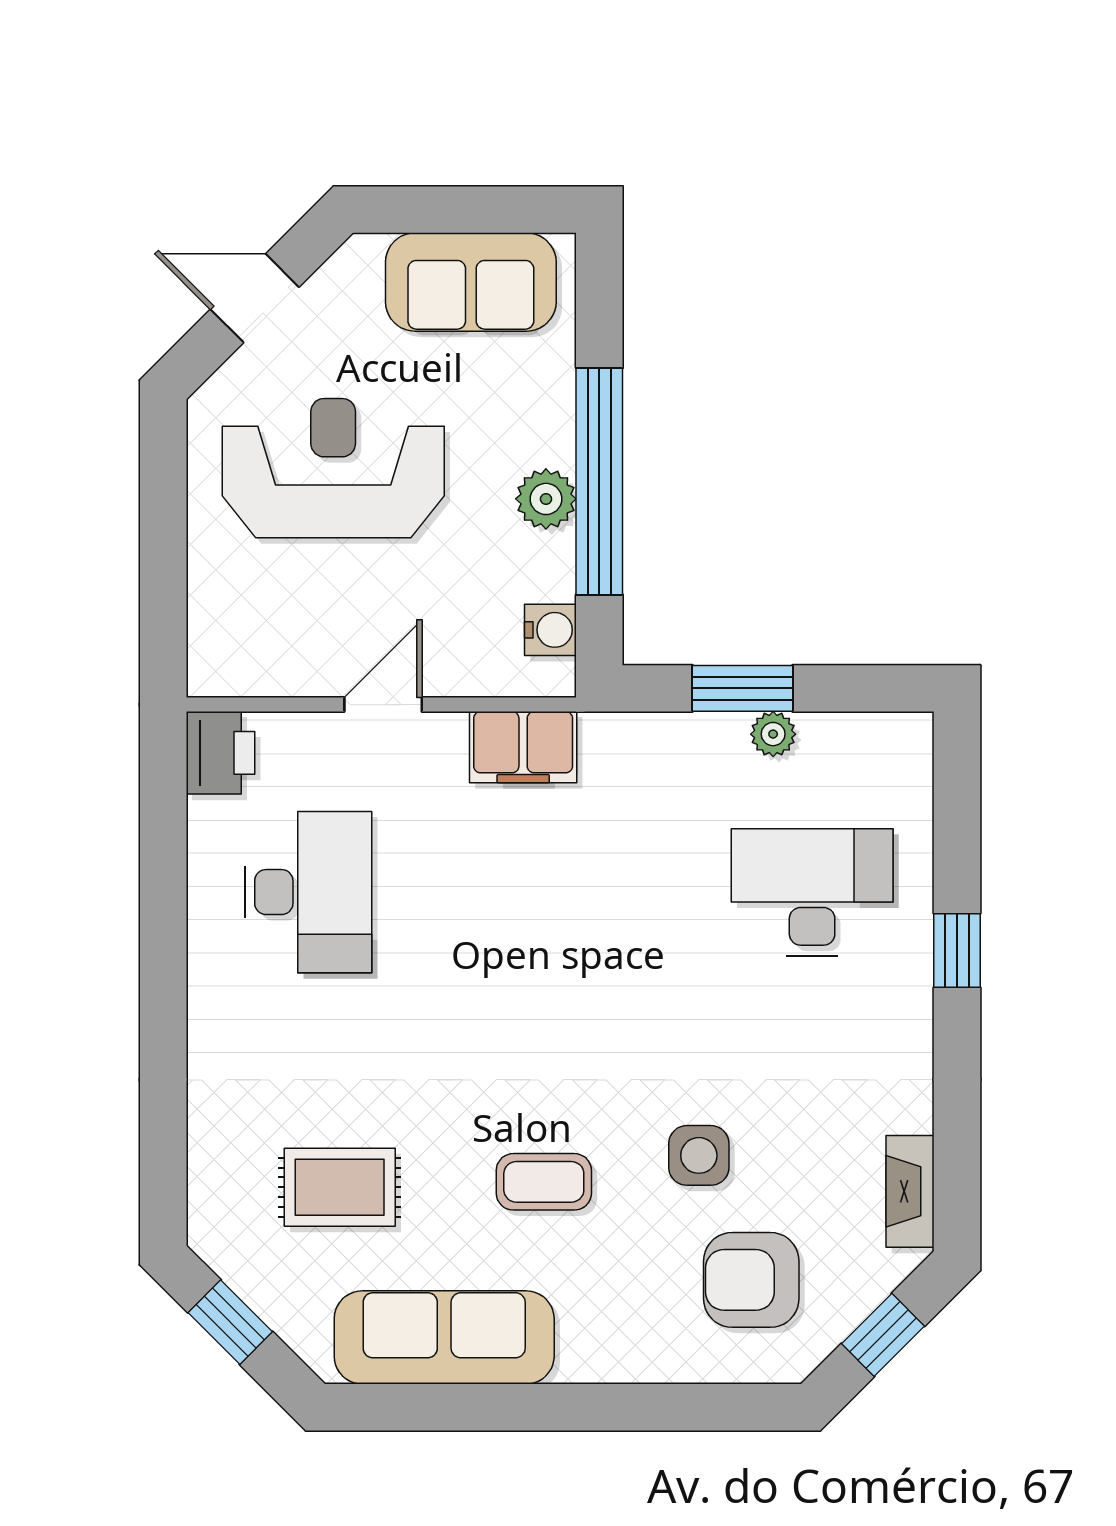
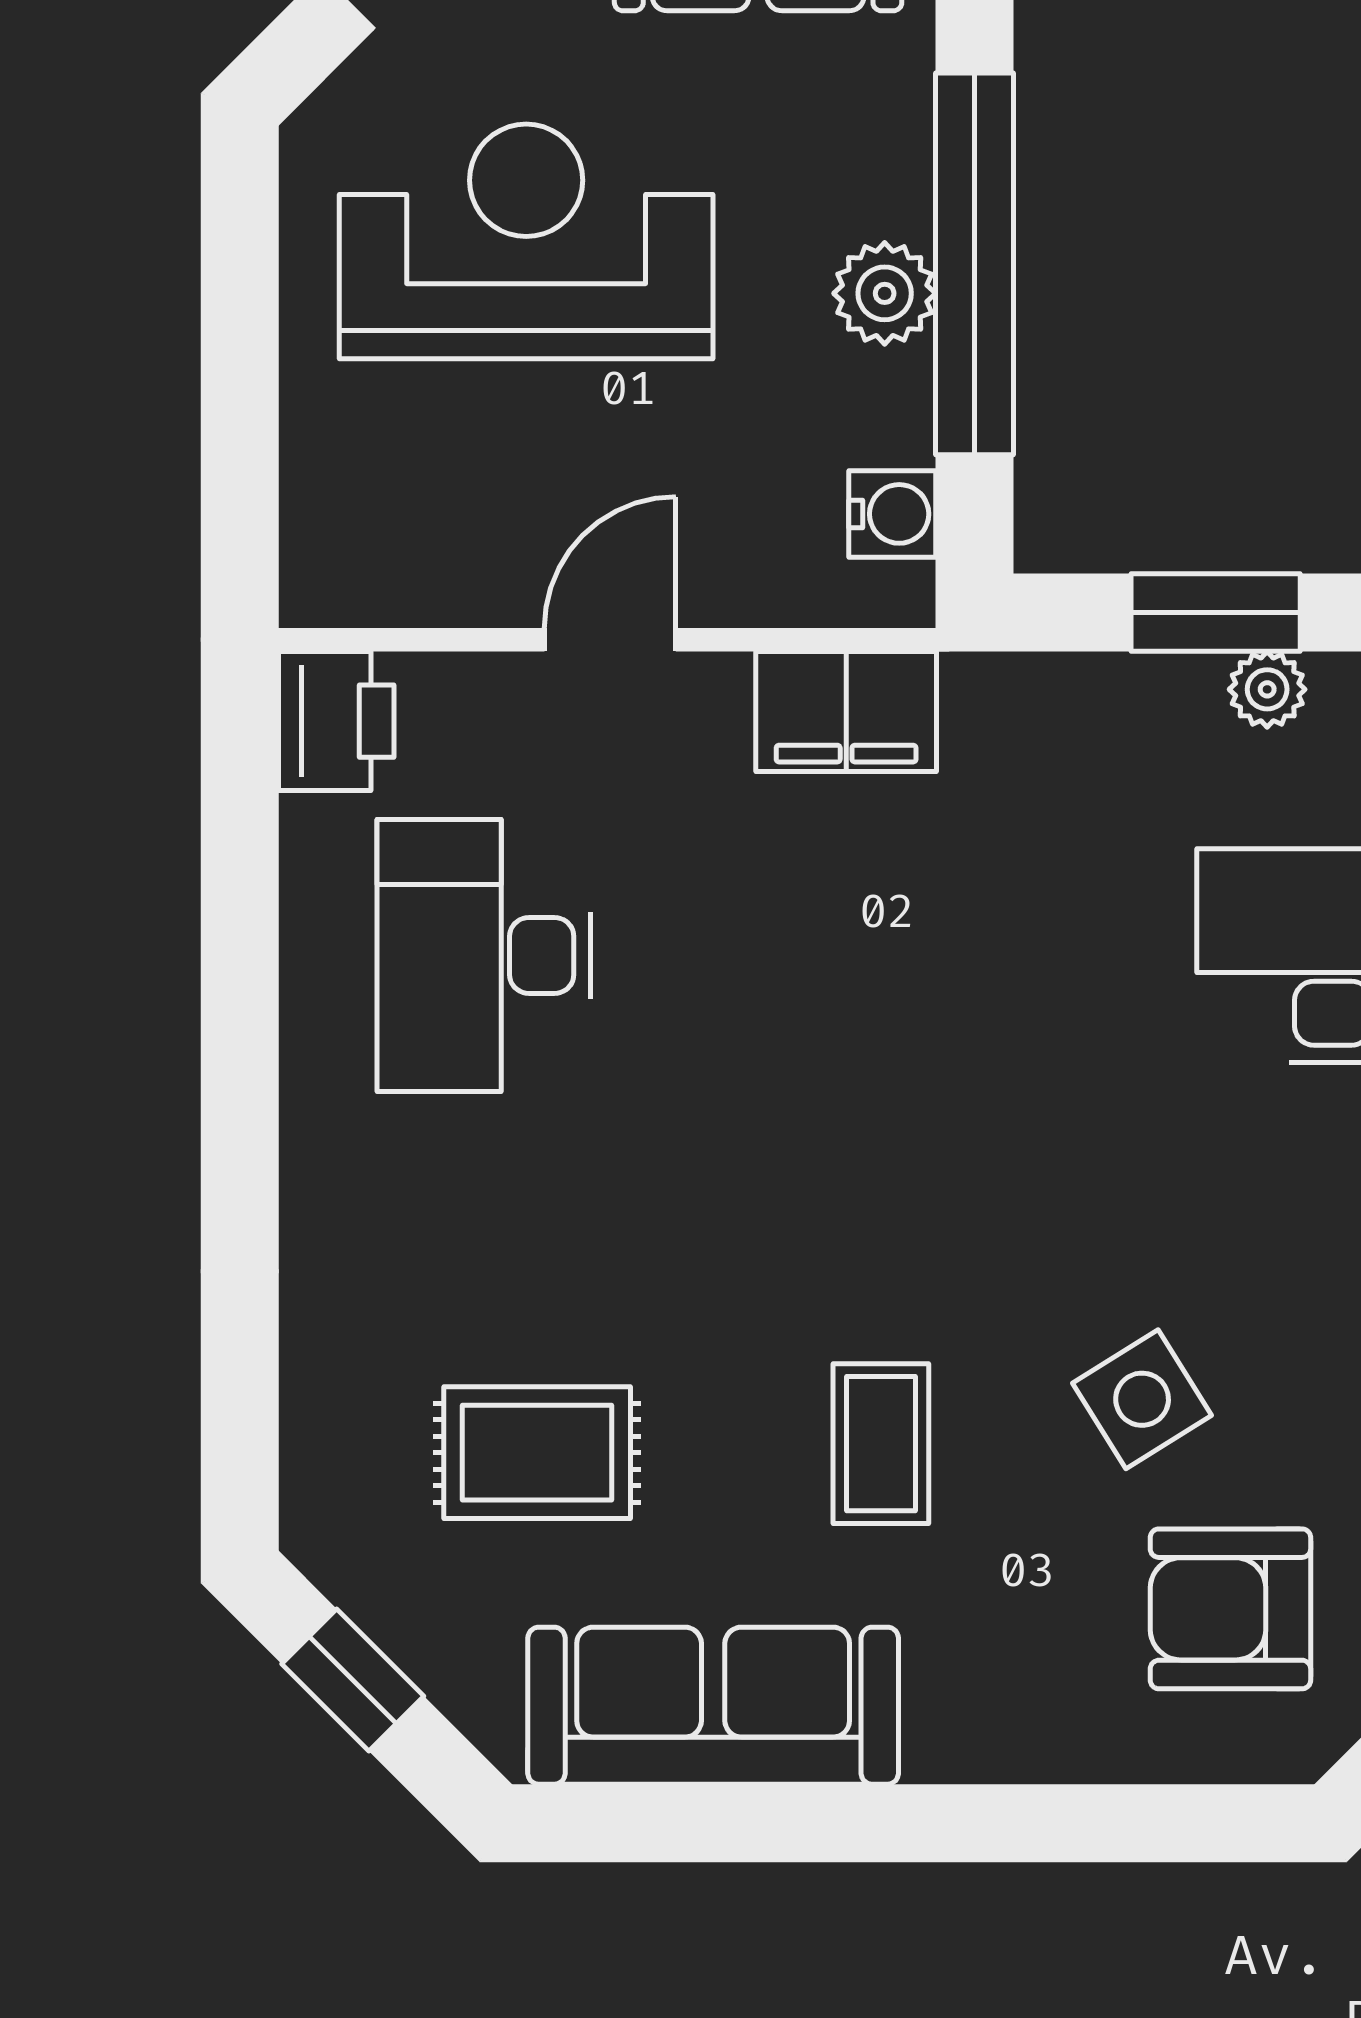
desk: (308, 892) -> (484, 955), turned 180
side table: (699, 1155) -> (1142, 1399), turned -32
coffee table: (544, 1182) -> (881, 1444), turned 90

